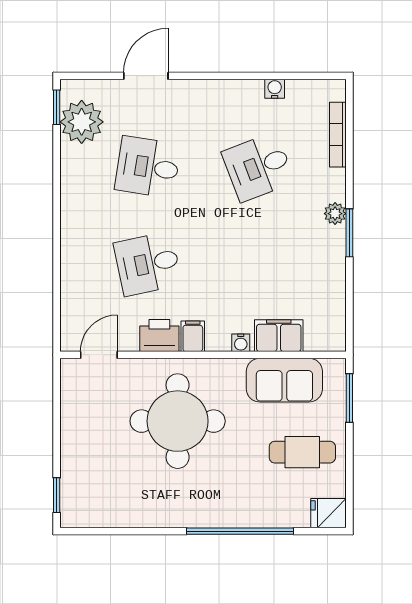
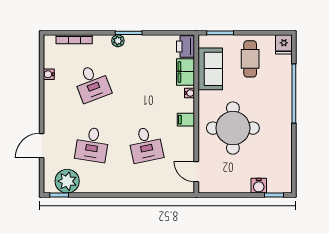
door: (146, 76) -> (42, 146), hinge flipped
printer: (159, 335) -> (185, 47), moved
water cooler: (74, 468) -> (259, 186), added

